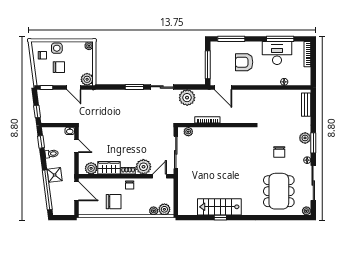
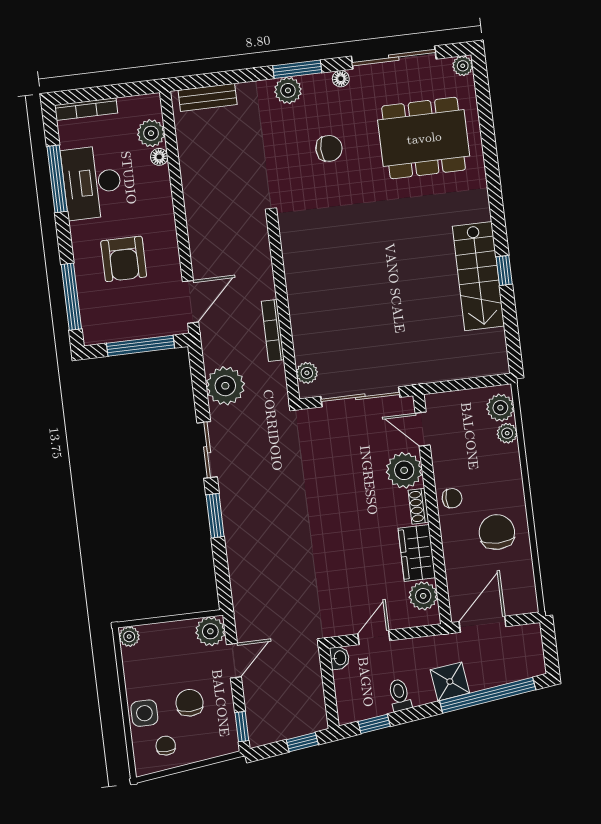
plant: (294, 80) -> (151, 133), added

